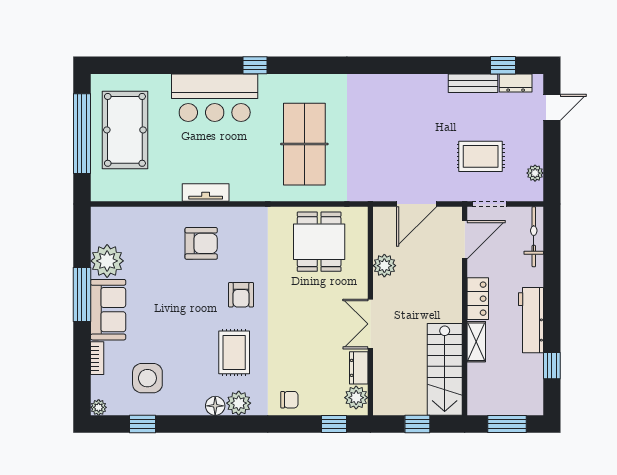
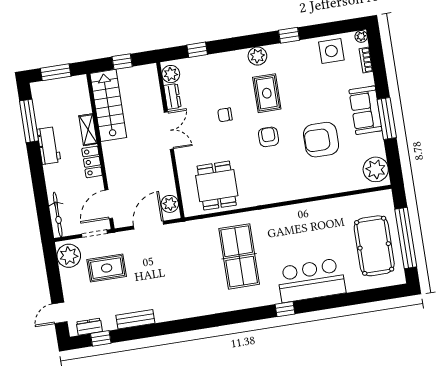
bench: (473, 83) -> (135, 319), moved
plant: (535, 173) -> (69, 256), width x1.88, depth x1.88
tv unit: (206, 192) -> (307, 209), removed
armchair: (201, 243) -> (321, 140), moved, width x1.36, depth x1.36
plant: (107, 261) -> (376, 169), moved
plant: (384, 266) -> (170, 204), moved
workbench: (531, 320) -> (49, 146), width x0.73
bookcase: (97, 358) -> (366, 60), moved
window: (552, 366) -> (29, 121), width x2.17
side table: (147, 378) -> (331, 51), moved
chair: (289, 400) -> (225, 115), moved
floor lamp: (215, 406) -> (275, 51), removed
window: (142, 424) -> (289, 35), moved
window: (334, 424) -> (197, 50), moved

